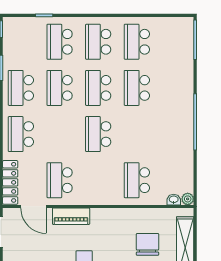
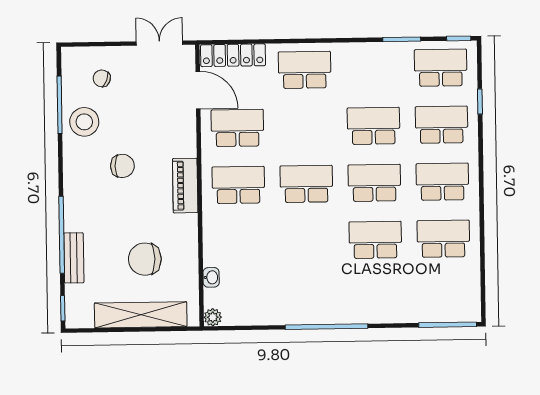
school desk: (21, 88) -> (441, 68), moved
school desk: (137, 180) -> (238, 185), moved
washbasin: (174, 200) -> (211, 277), moved
door: (33, 206) -> (198, 90), swing flipped
piano: (71, 216) -> (185, 186), moved
chair: (147, 244) -> (145, 259), turned 180

